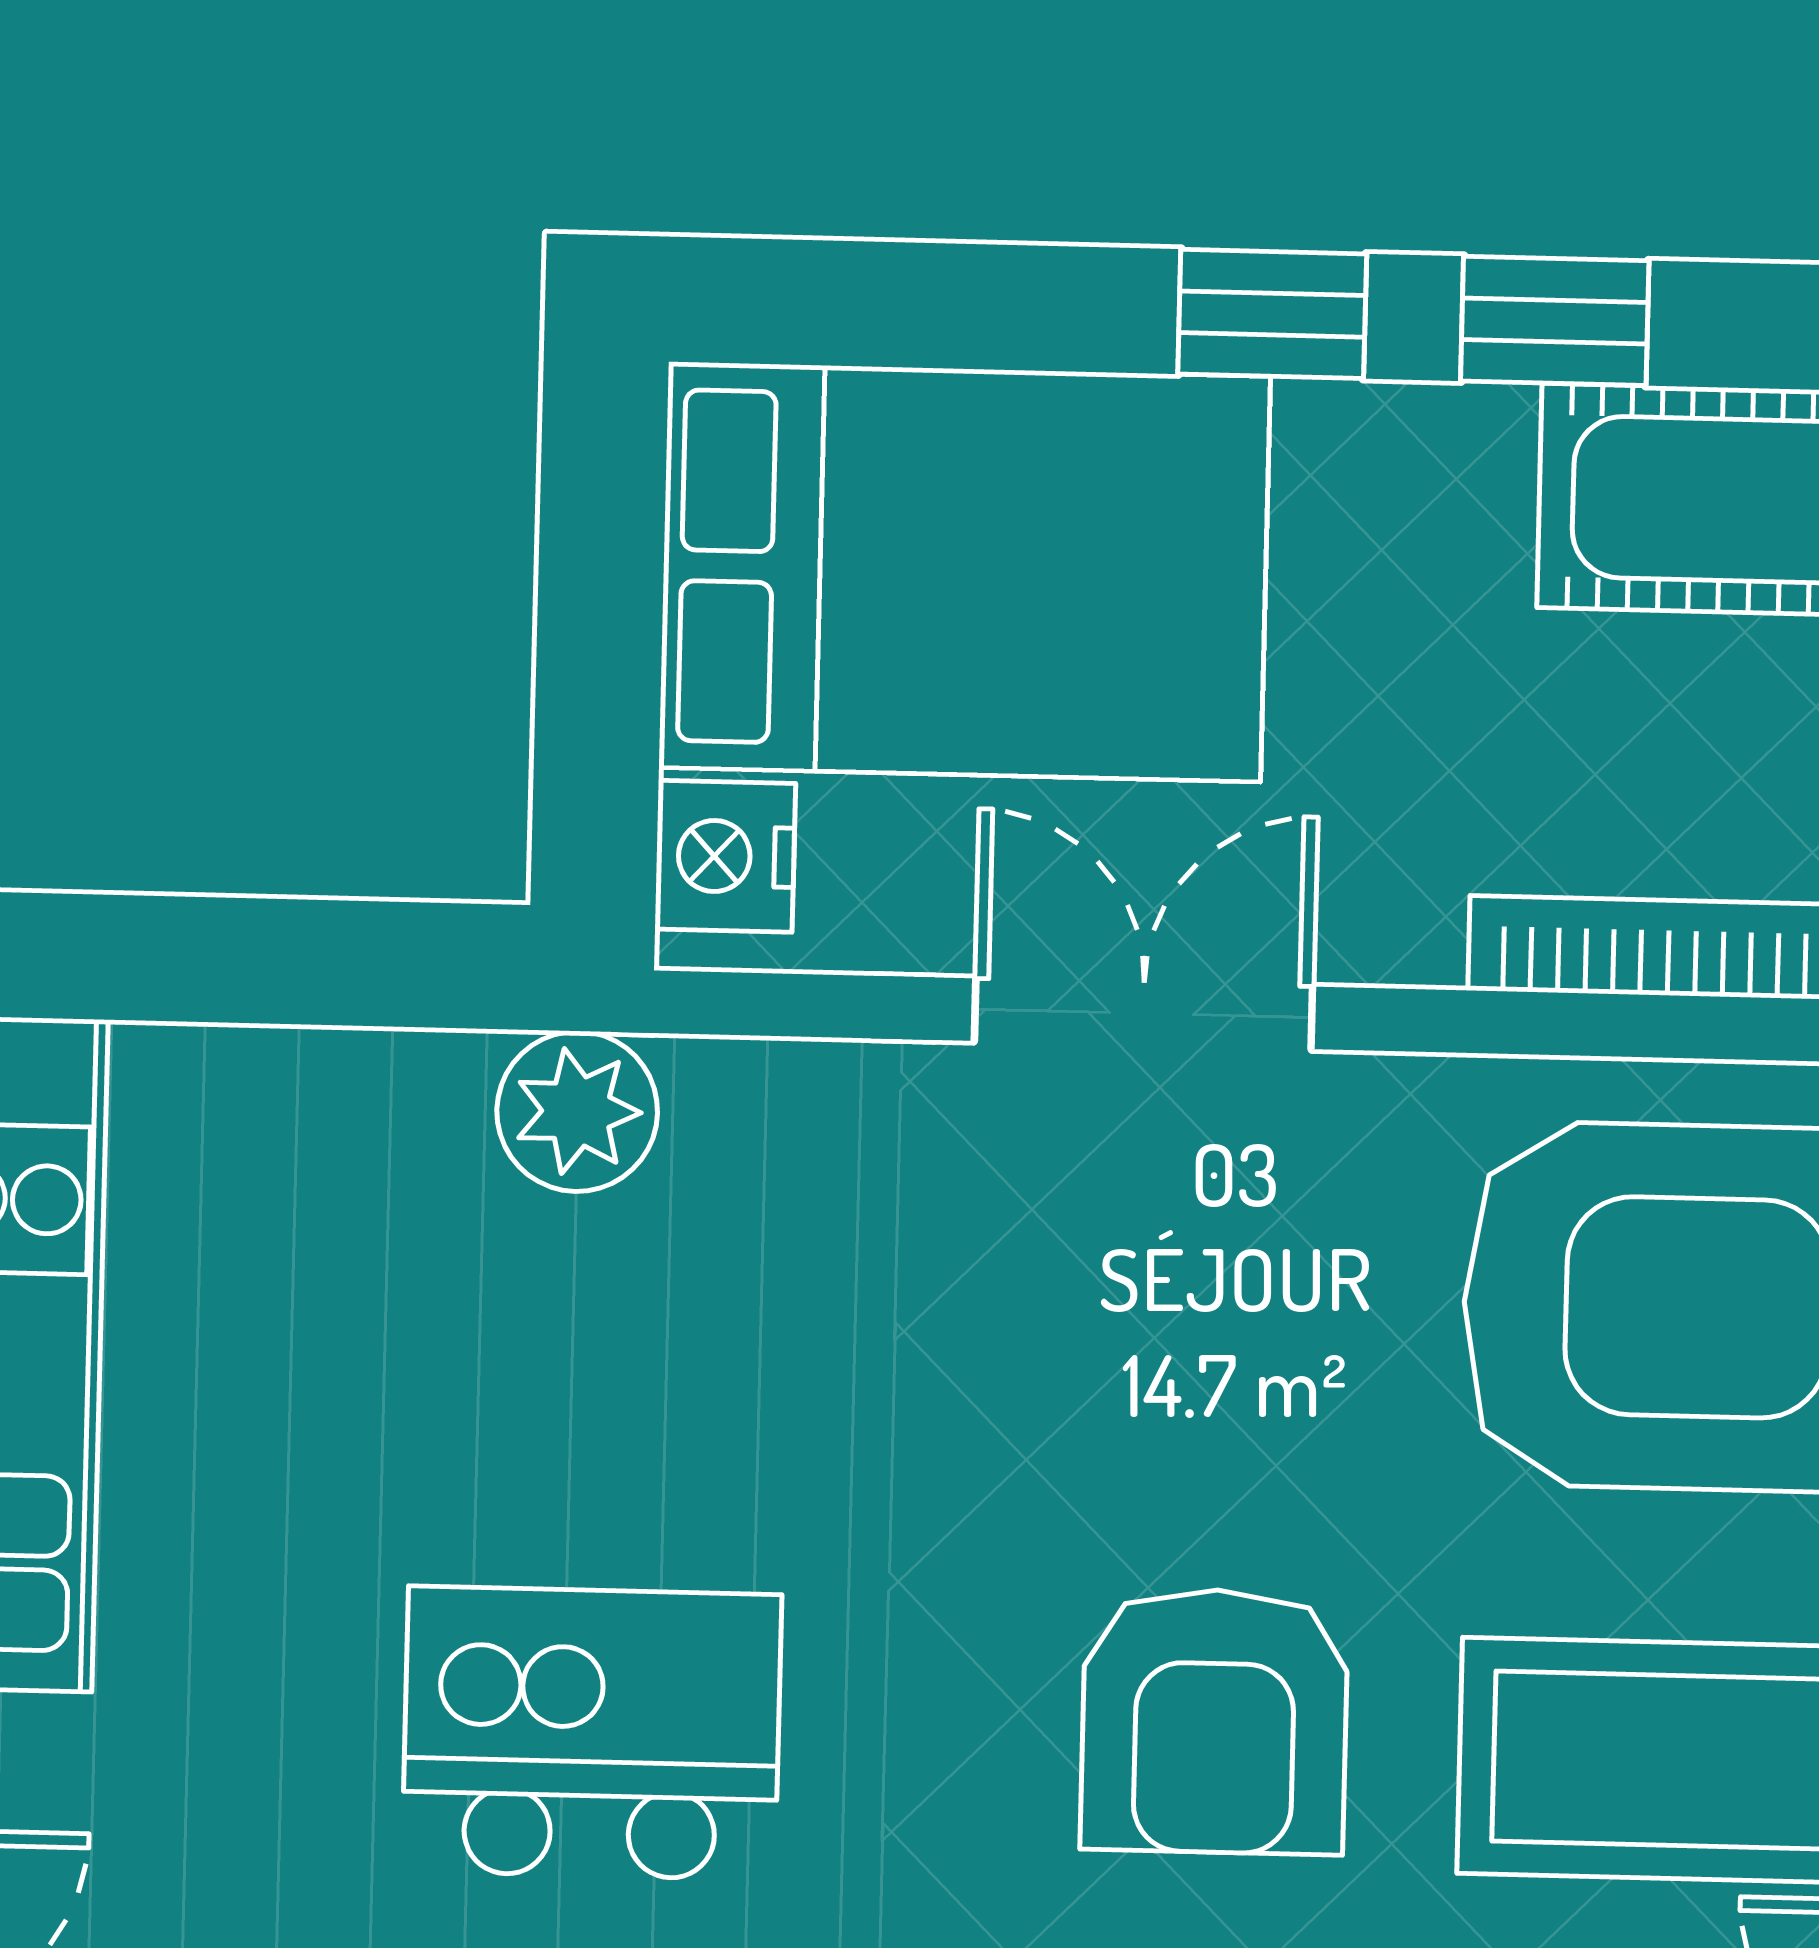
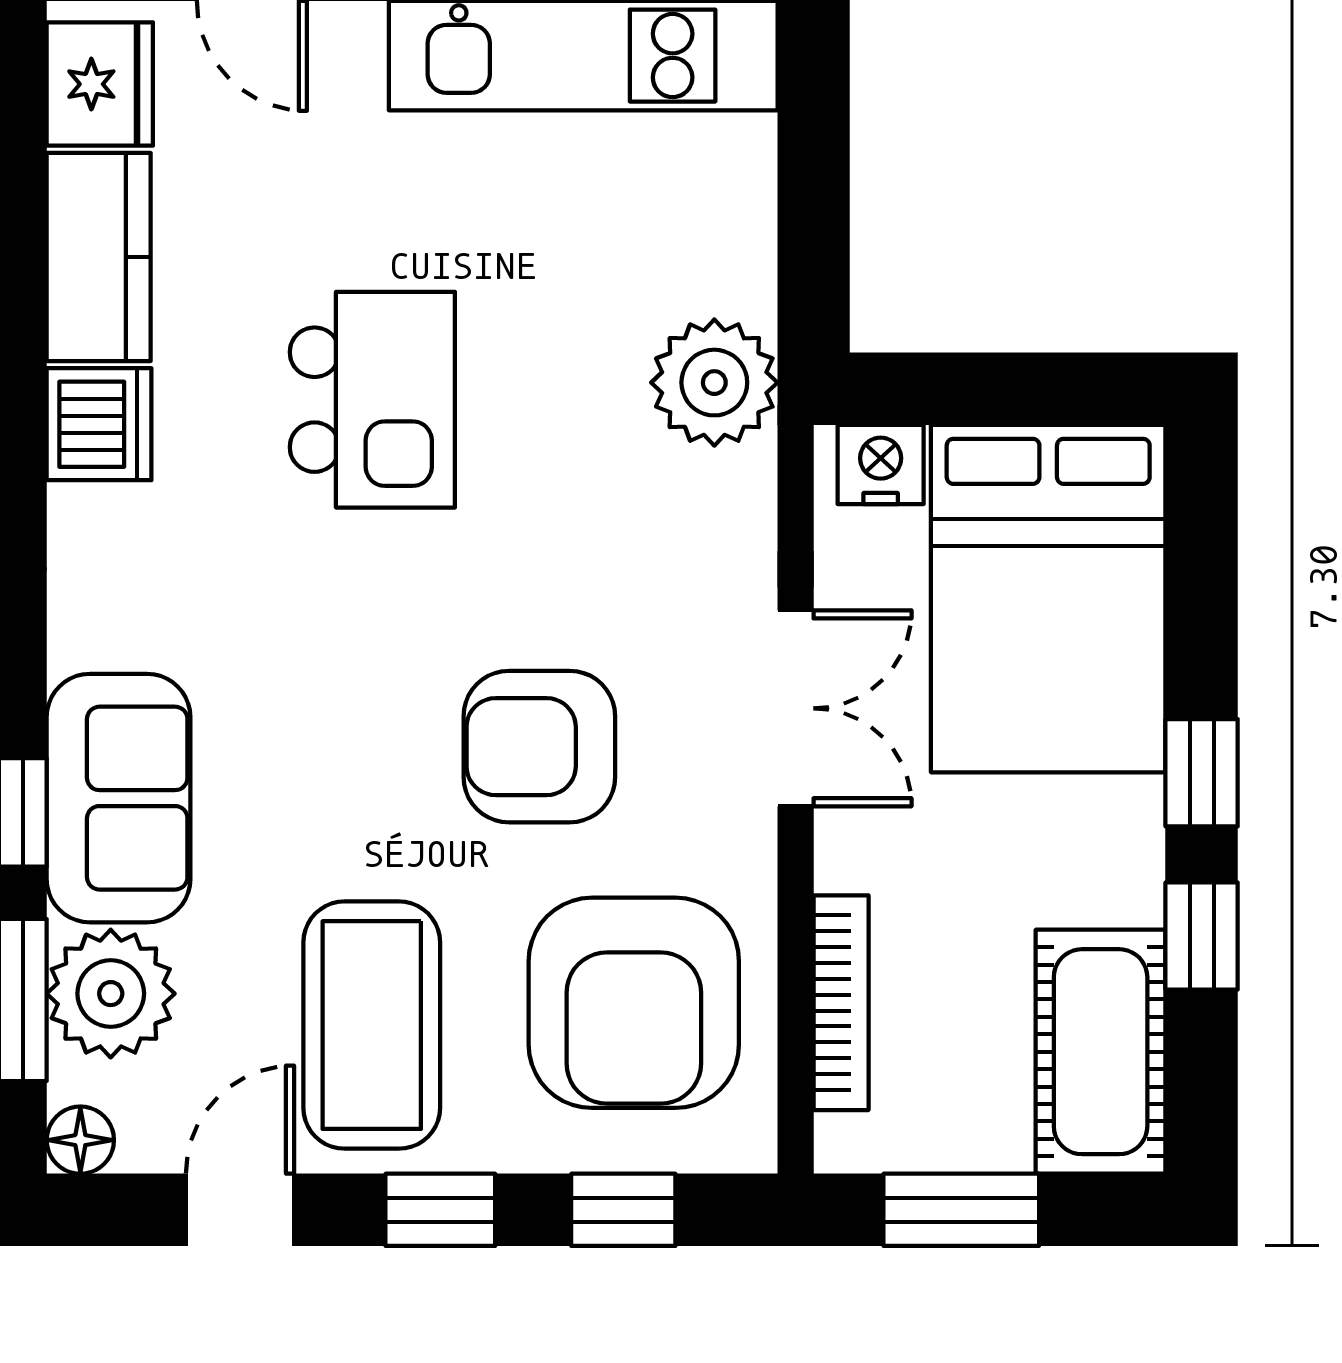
plant: (577, 1111) -> (714, 383), width x1.36, depth x1.36
armchair: (1214, 1721) -> (539, 747), moved

